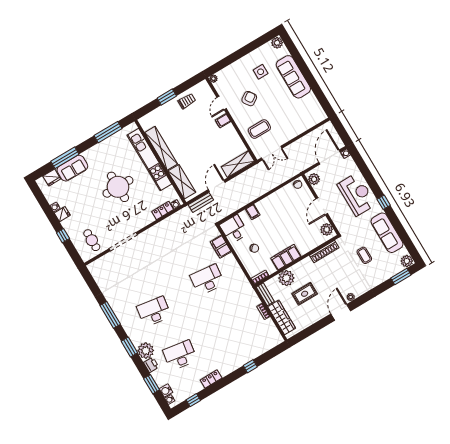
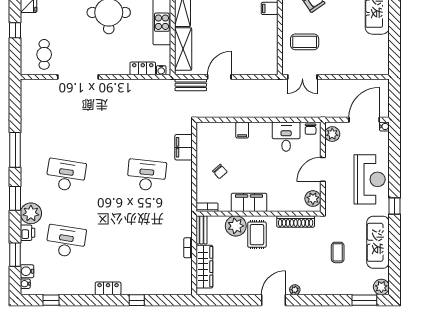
shelving: (238, 164) -> (257, 67), removed
desk: (234, 229) -> (286, 137), moved
rug: (305, 294) -> (257, 235), moved, turned 90
locker: (211, 379) -> (108, 288), moved

